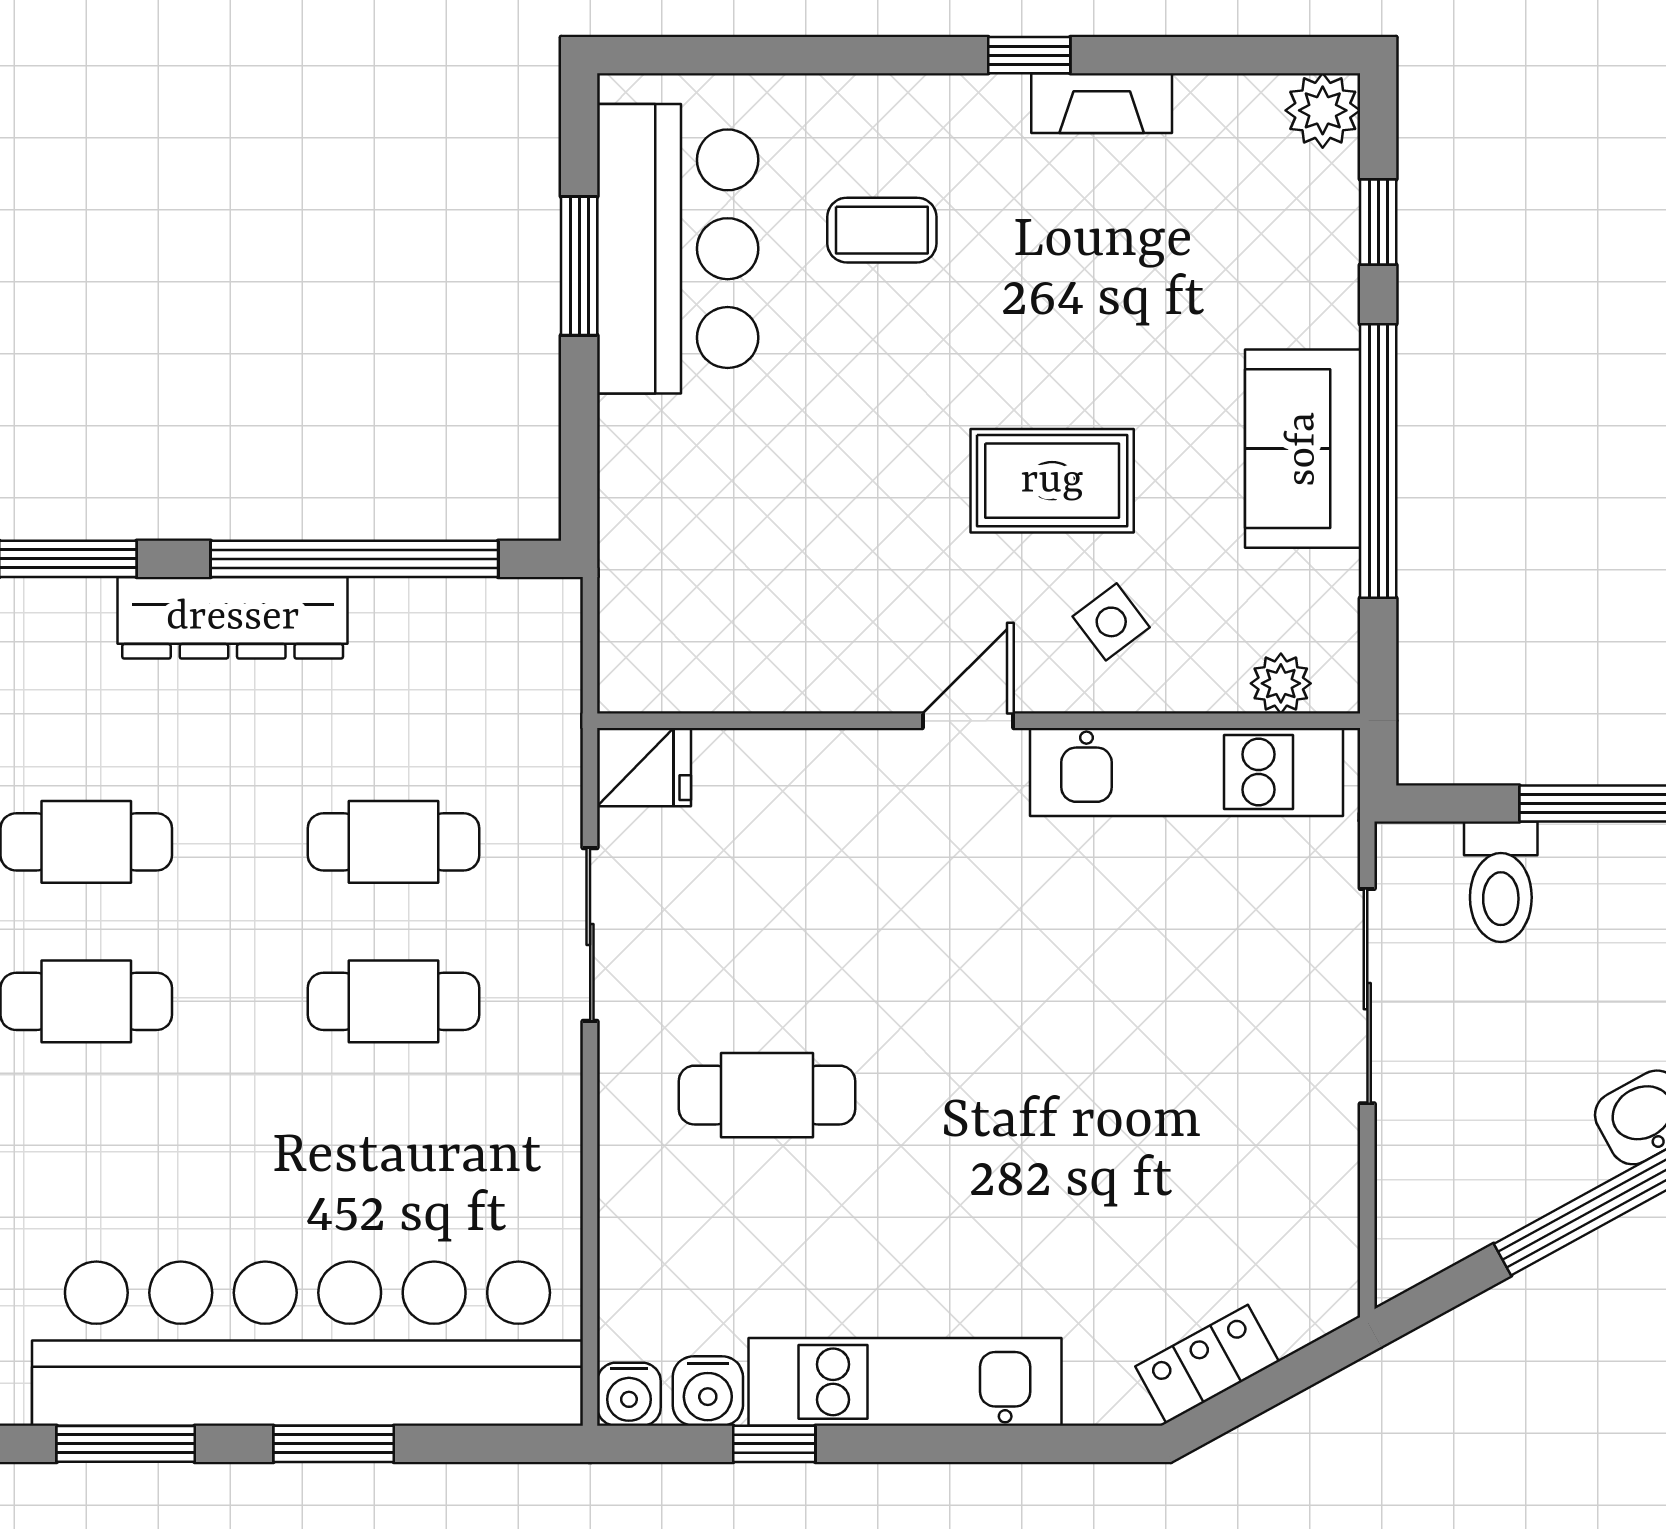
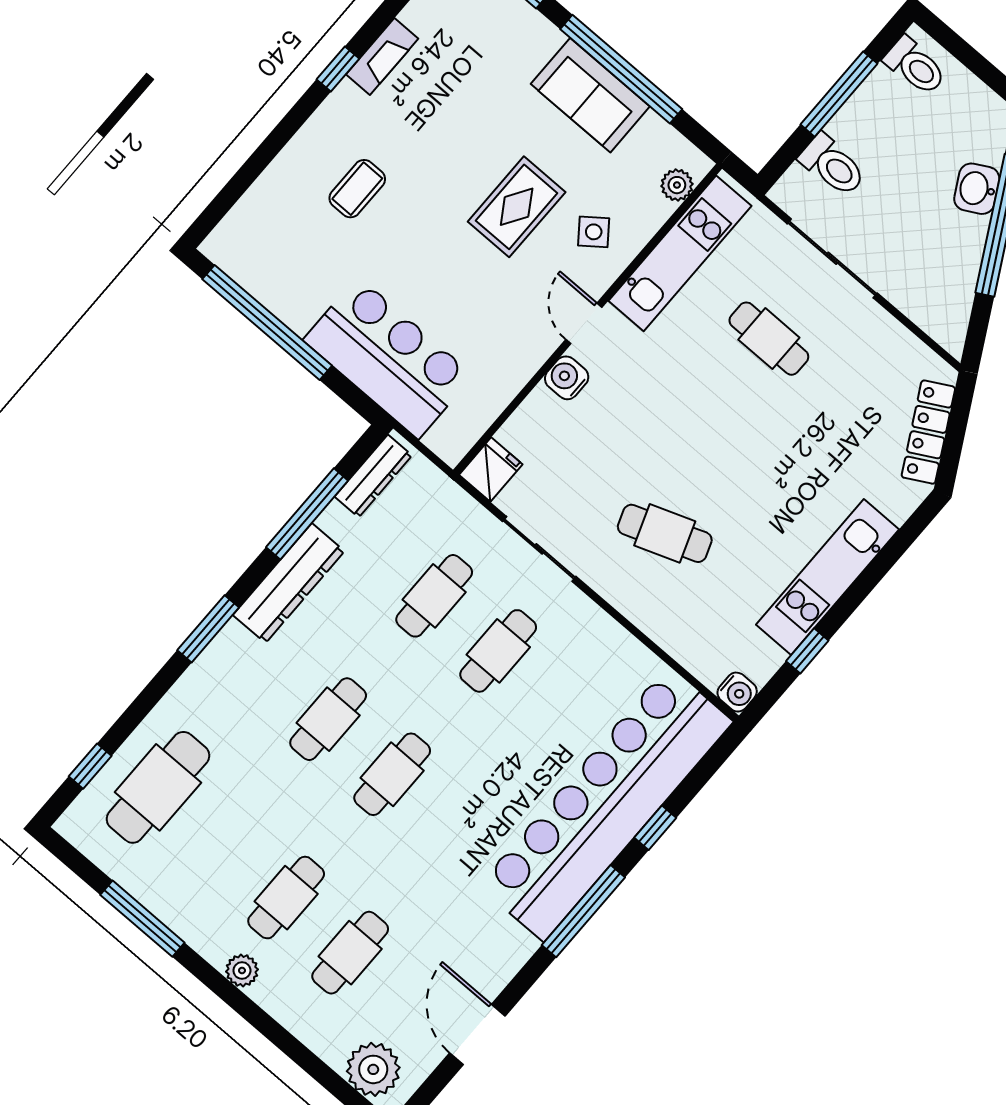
bar counter: (678, 249) -> (388, 358), moved
window: (579, 266) -> (267, 322), width x2.11
window: (354, 559) -> (307, 514), width x0.68
dresser: (490, 607) -> (373, 476), added
cafe table: (1174, 1004) -> (769, 339), added
cafe table: (767, 1095) -> (665, 533), turned 70
locker: (1207, 1364) -> (928, 432), width x1.53
water cooler: (708, 1391) -> (567, 378), moved, turned 180
window: (126, 1444) -> (583, 911), width x1.44
window: (334, 1444) -> (655, 828), width x0.67

